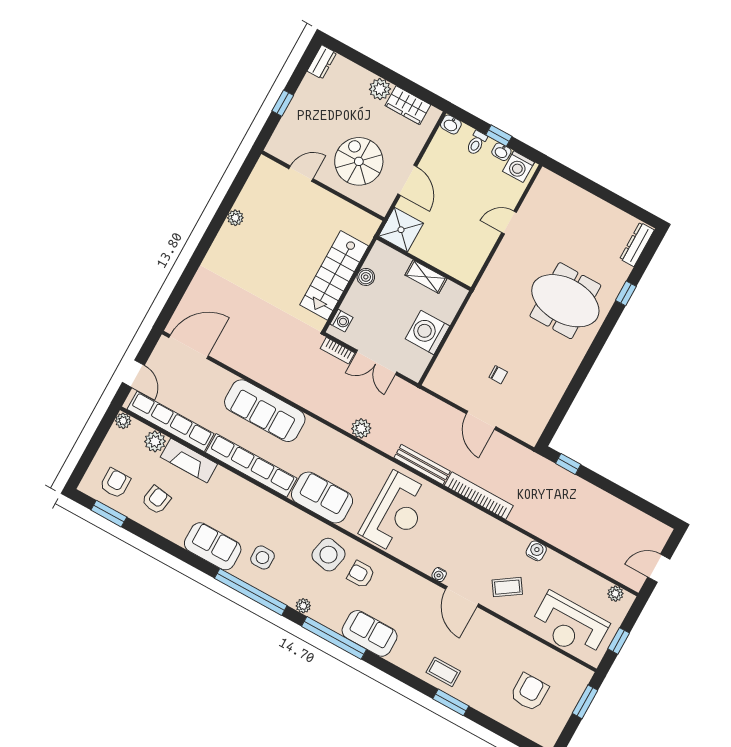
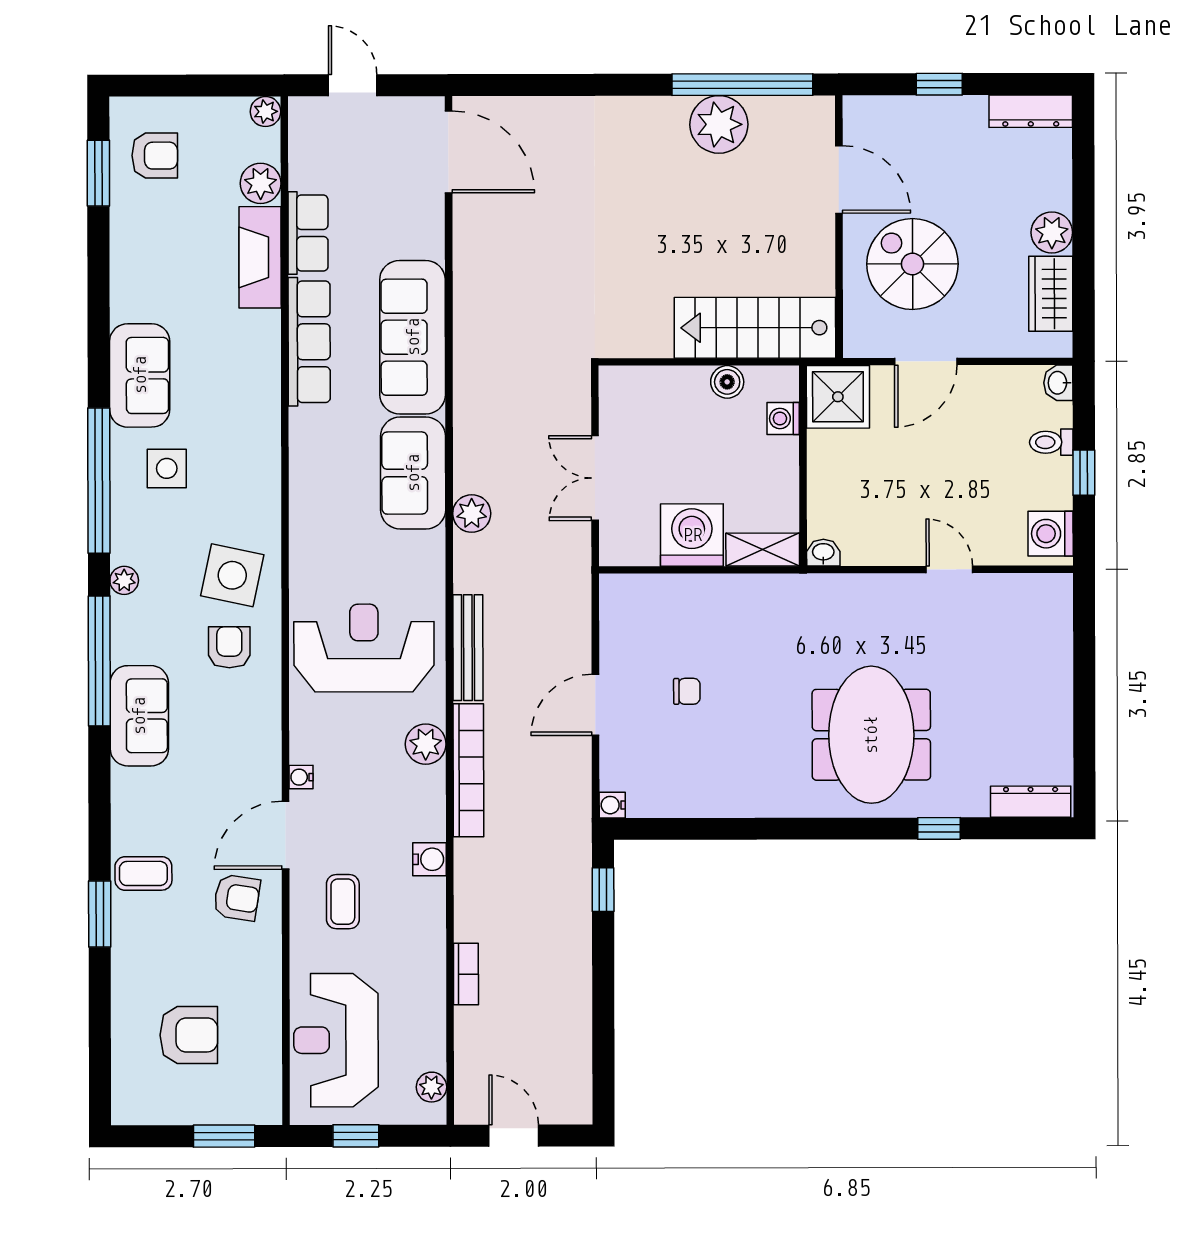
dresser: (322, 62) -> (1031, 111), width x1.44
washbasin: (501, 152) -> (823, 553), moved, turned 90
spiral stairs: (359, 161) -> (912, 264), turned -90
door: (301, 174) -> (839, 179), width x1.38
window: (233, 194) -> (742, 85), added
plant: (235, 218) -> (719, 124), width x1.87, depth x1.87
stairs: (334, 275) -> (755, 328), moved
shelving: (426, 277) -> (763, 550), moved, turned 90
washing machine: (342, 321) -> (783, 418), moved, turned 90
bookcase: (338, 351) -> (466, 974), moved, turned 180
door: (133, 374) -> (353, 85), swing flipped
chair: (498, 375) -> (687, 691), turned -90
row of seats: (171, 421) -> (308, 233), width x0.50
water cooler: (532, 438) -> (612, 805), added
row of seats: (251, 465) -> (309, 342), width x0.73
sofa: (322, 498) -> (413, 473), moved, turned 180
armchair: (156, 500) -> (237, 898), moved
plant: (456, 509) -> (426, 744), added
reception desk: (396, 513) -> (364, 648), turned 180
water cooler: (536, 551) -> (430, 859), moved
coffee table: (507, 587) -> (343, 902), turned 34
coffee table: (443, 672) -> (143, 873), turned 90

